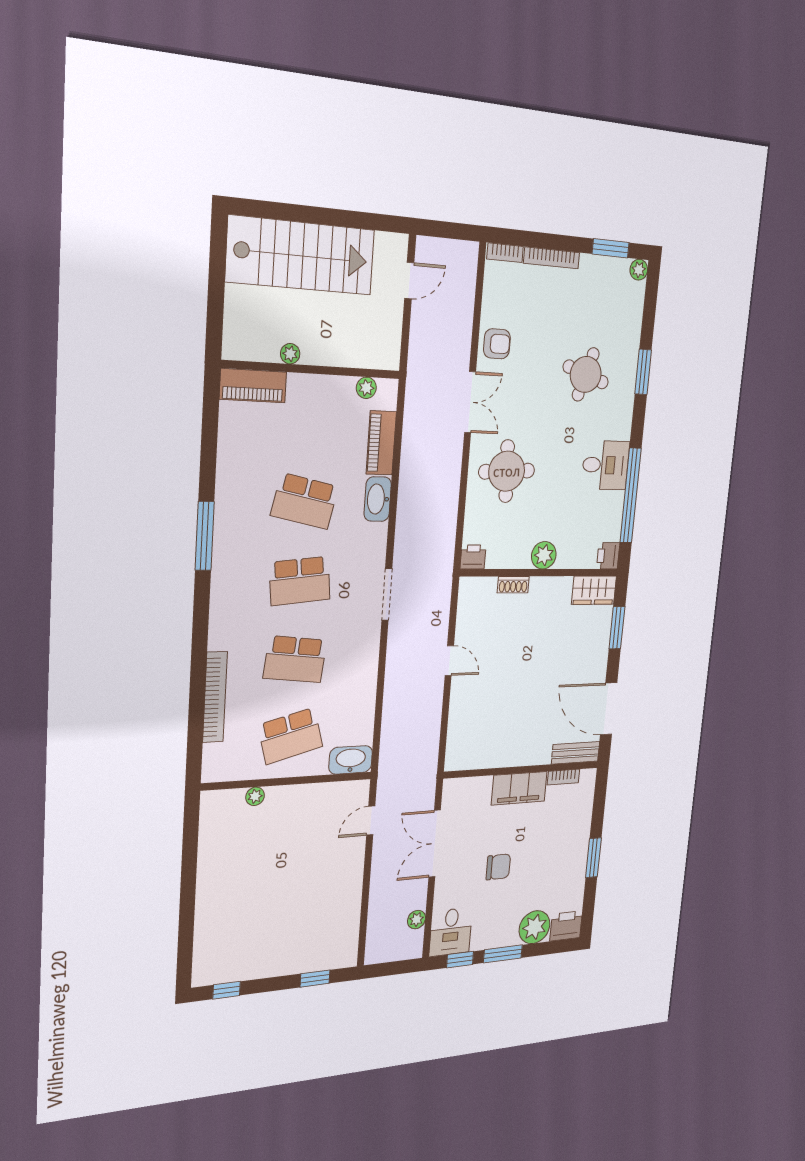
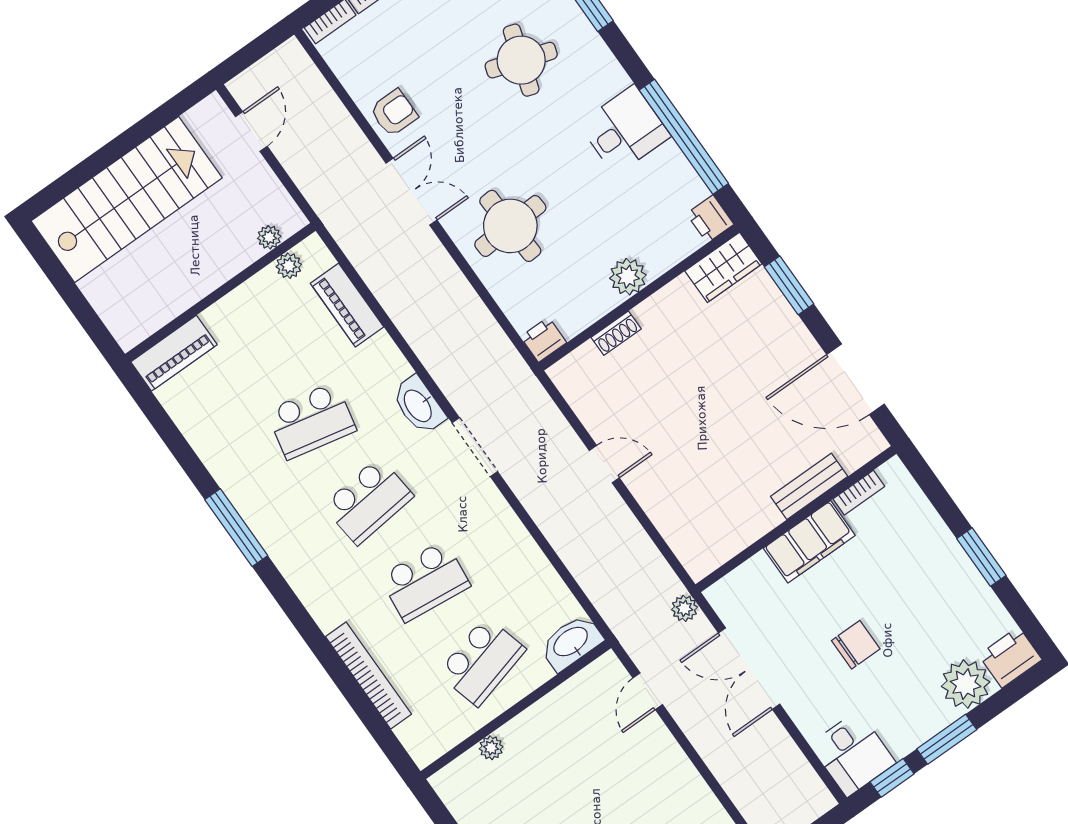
plant: (290, 354) -> (269, 237), moved
washbasin: (378, 499) -> (419, 405), moved
bench: (576, 753) -> (809, 486), moved
plant: (417, 920) -> (684, 608), moved

